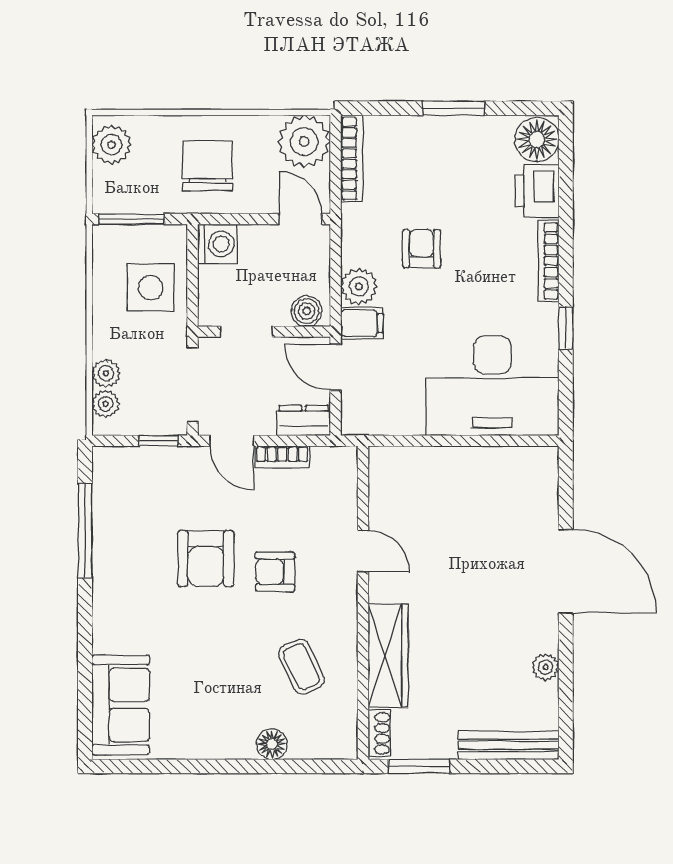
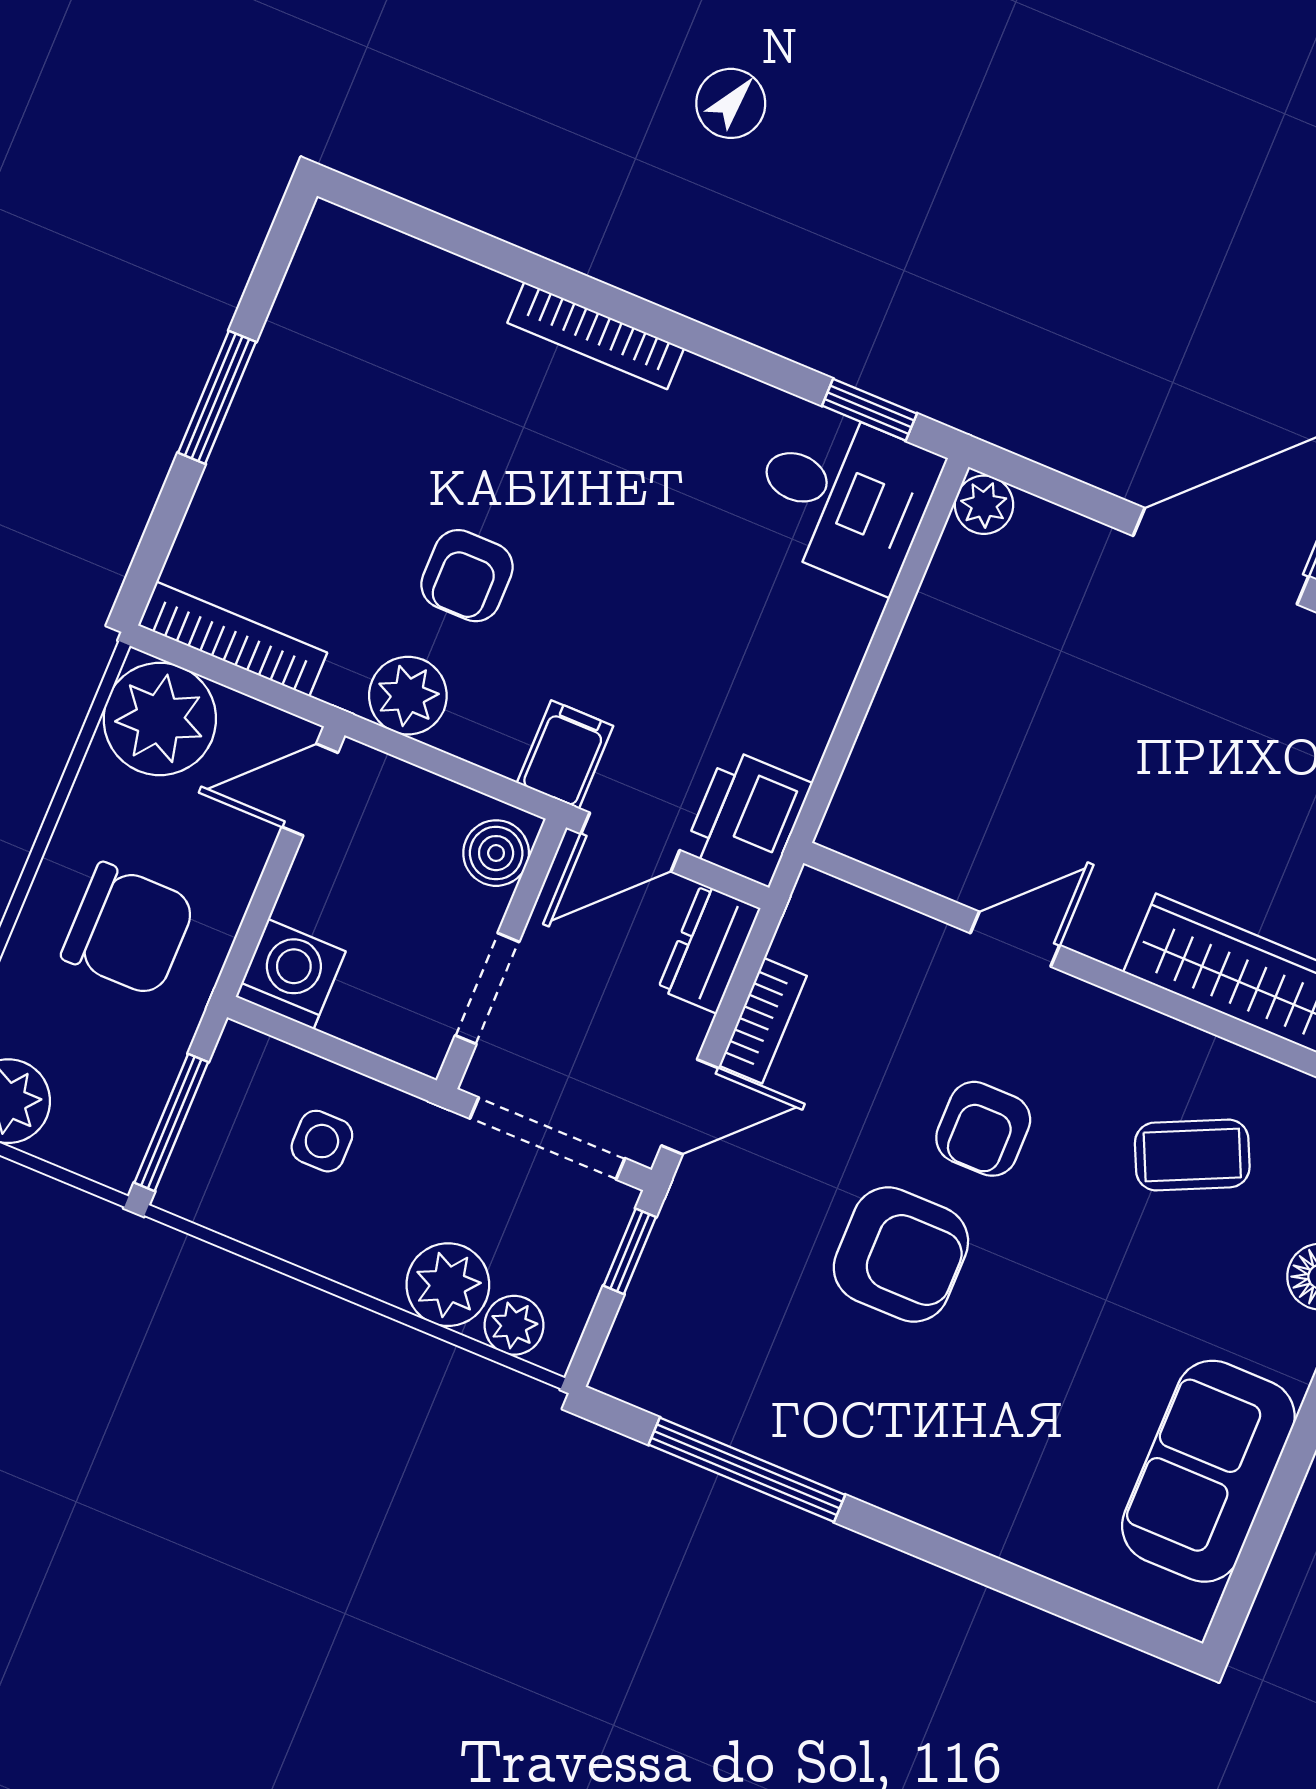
floor lamp: (537, 140) -> (347, 259), removed
chair: (207, 166) -> (128, 929), turned 180
printer: (537, 191) -> (748, 818), moved, turned 90
armchair: (421, 249) -> (467, 576), turned -90
plant: (359, 286) -> (408, 696), moved
side table: (151, 288) -> (322, 1141), width x0.54, depth x0.54
window: (566, 328) -> (869, 410), moved
plant: (106, 373) -> (448, 1285), width x1.38, depth x1.38
desk: (492, 386) -> (843, 497), width x0.53, depth x0.77
plant: (545, 460) -> (984, 505), added
sofa: (121, 705) -> (1208, 1471), moved, turned -90

